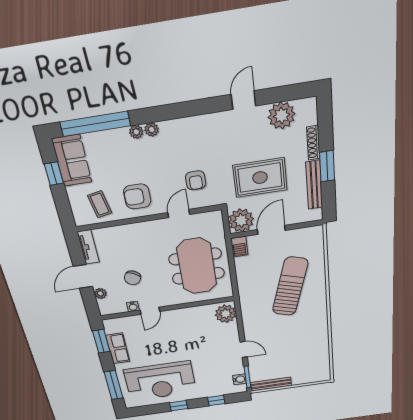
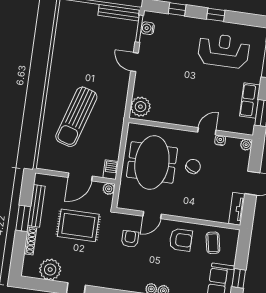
plant: (241, 220) -> (109, 189), width x0.53, depth x0.53
chair: (132, 278) -> (193, 166), moved
plant: (100, 293) -> (246, 145), moved
reception desk: (160, 381) -> (224, 51), width x0.74, depth x0.77

